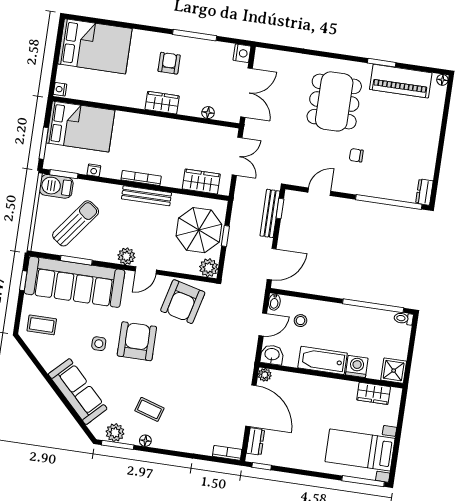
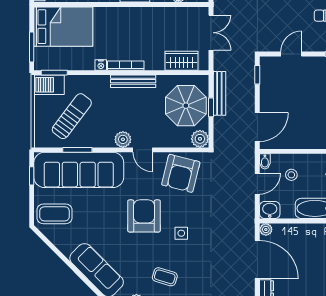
nightstand: (94, 170) -> (101, 65), moved
bench: (270, 213) -> (219, 93), moved
door: (146, 270) -> (143, 150), hinge flipped
coffee table: (42, 325) -> (55, 214), width x1.36, depth x1.30
side table: (99, 344) -> (181, 233), moved

